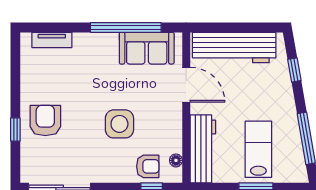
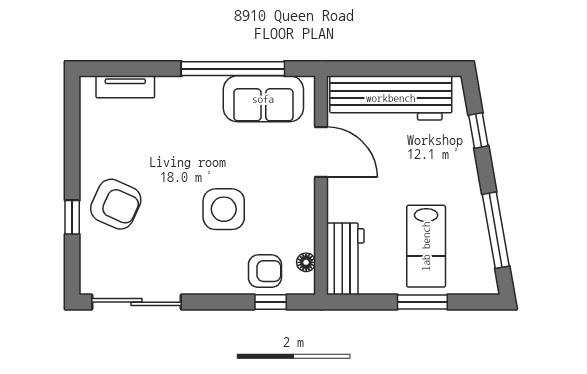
armchair: (45, 120) -> (116, 204), turned 114
workbench: (203, 149) -> (345, 259), width x0.73
lab bench: (258, 149) -> (426, 246), turned 180

